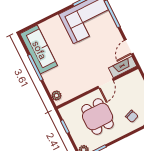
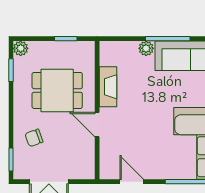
fireplace: (123, 67) -> (108, 87), moved
plant: (56, 96) -> (146, 48), moved

